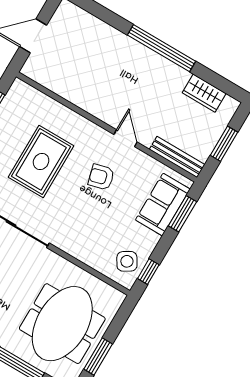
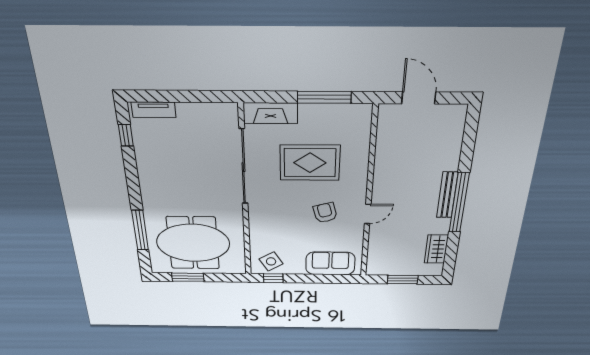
bench: (177, 157) -> (447, 195), moved
window: (182, 214) -> (332, 279), removed

